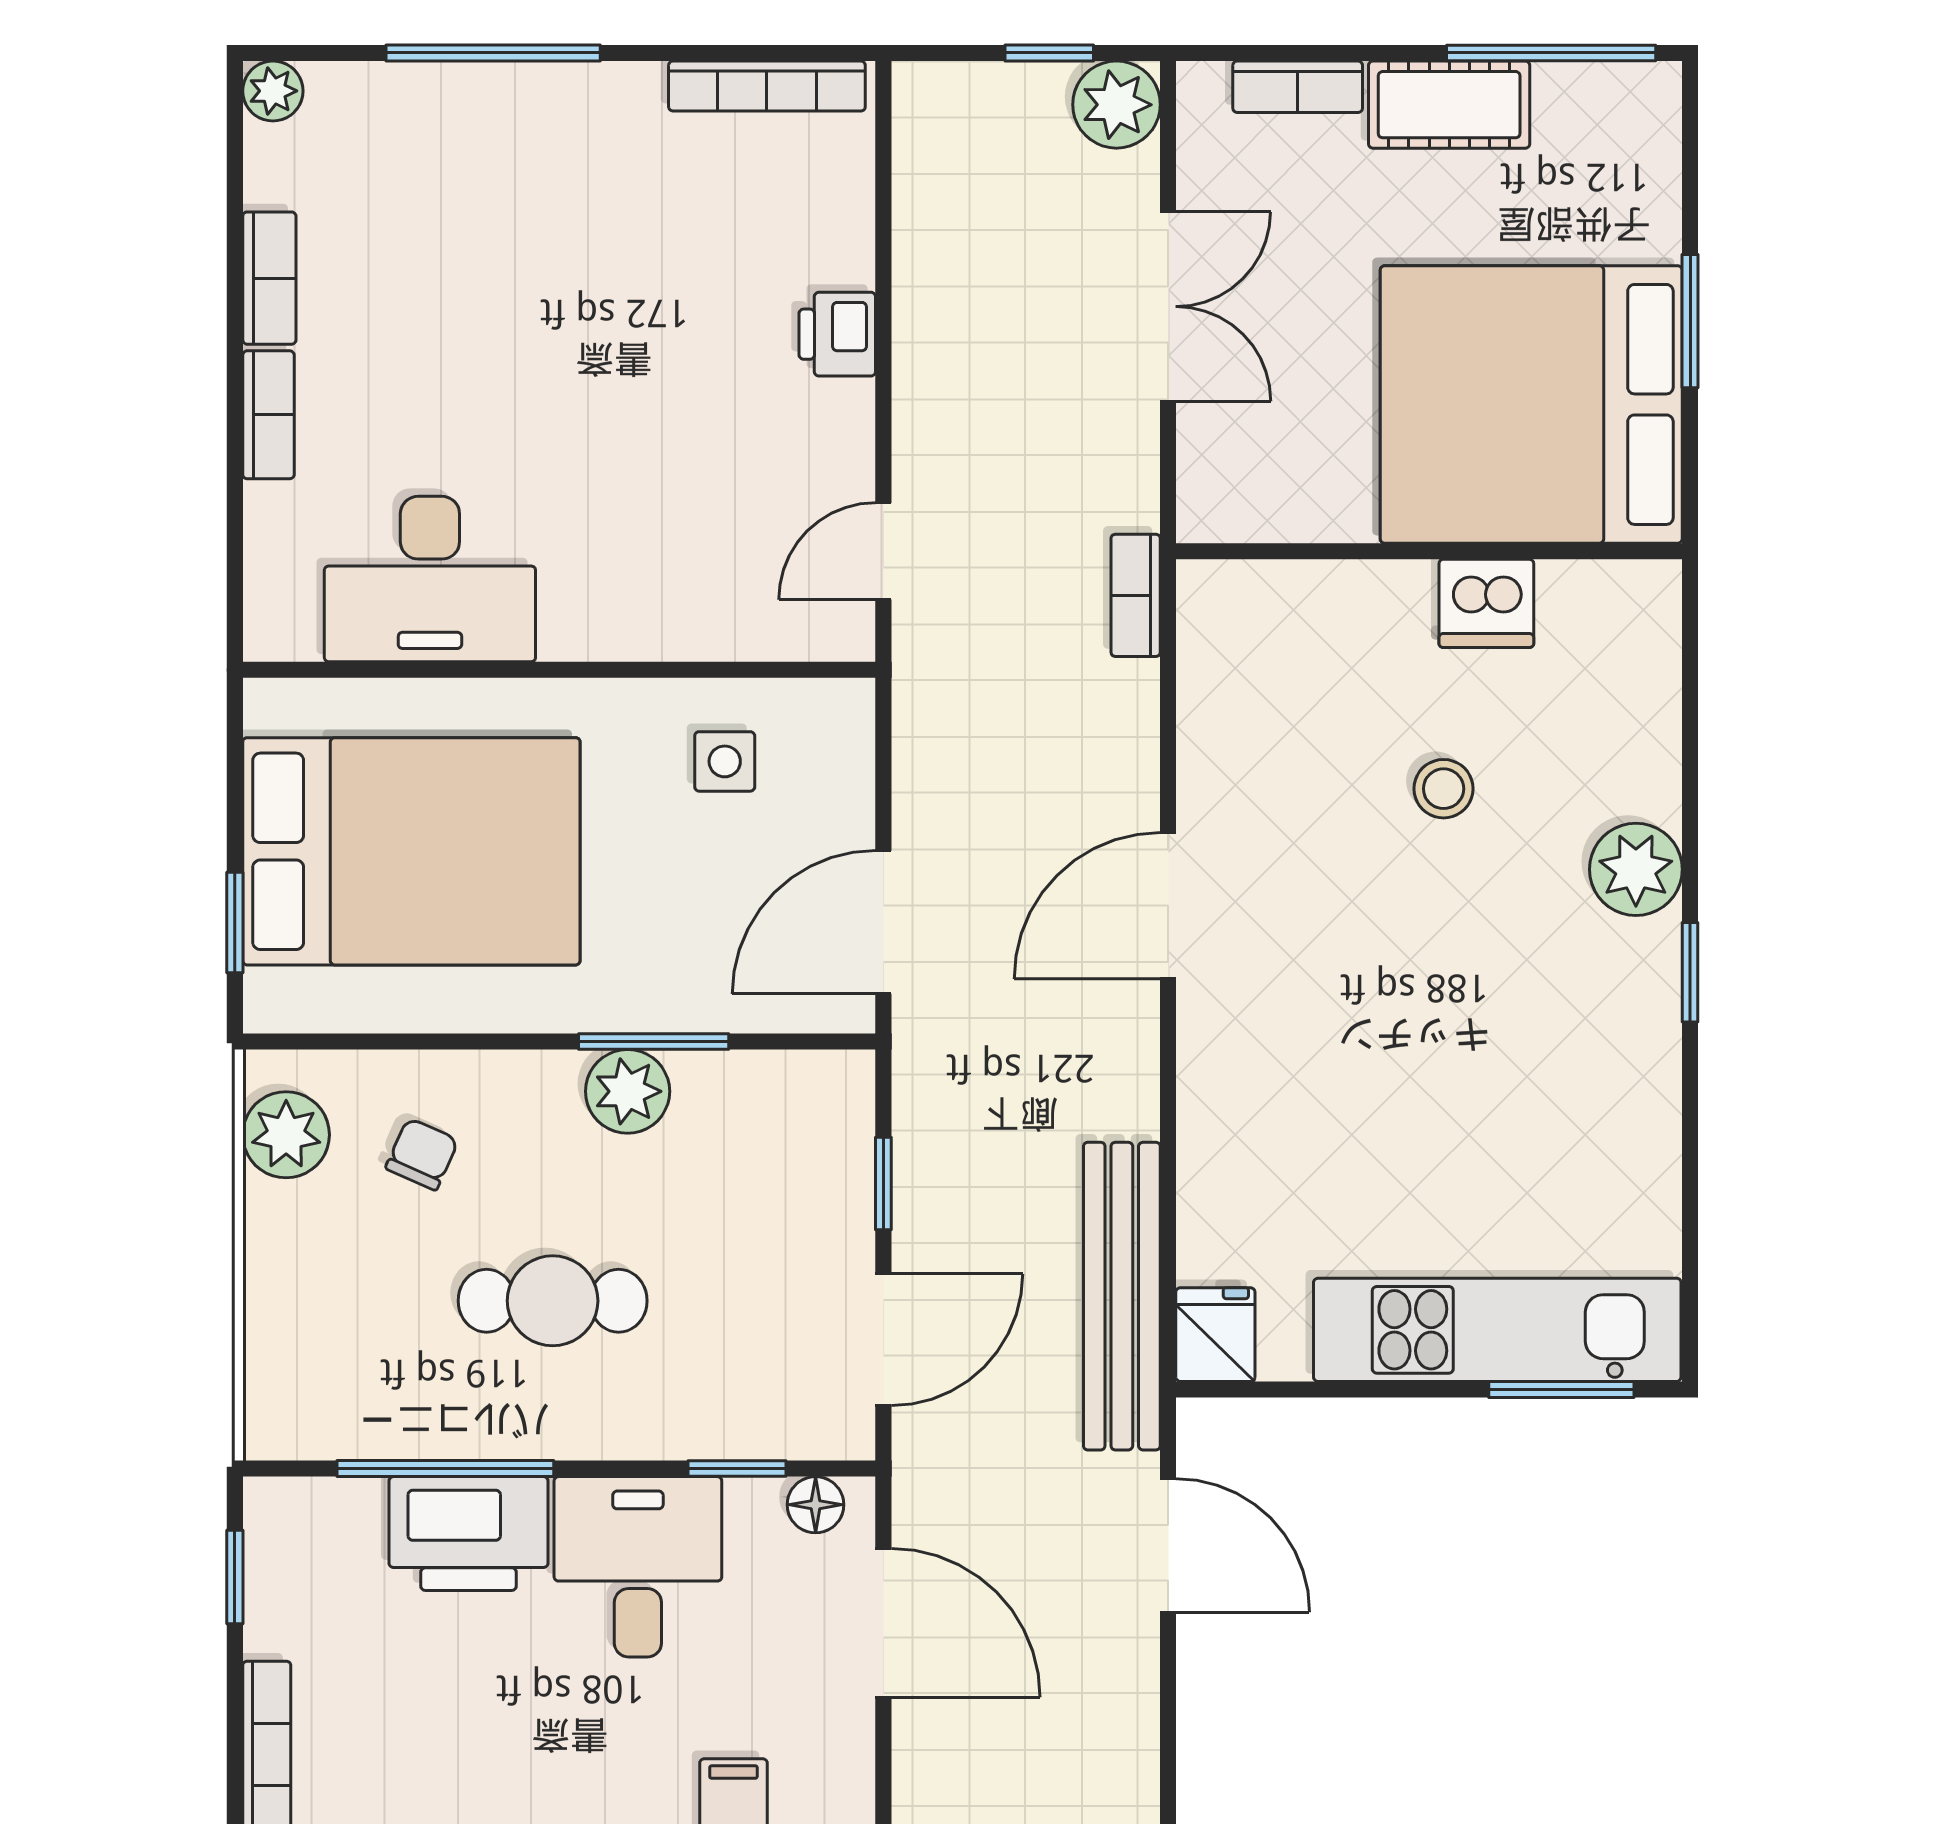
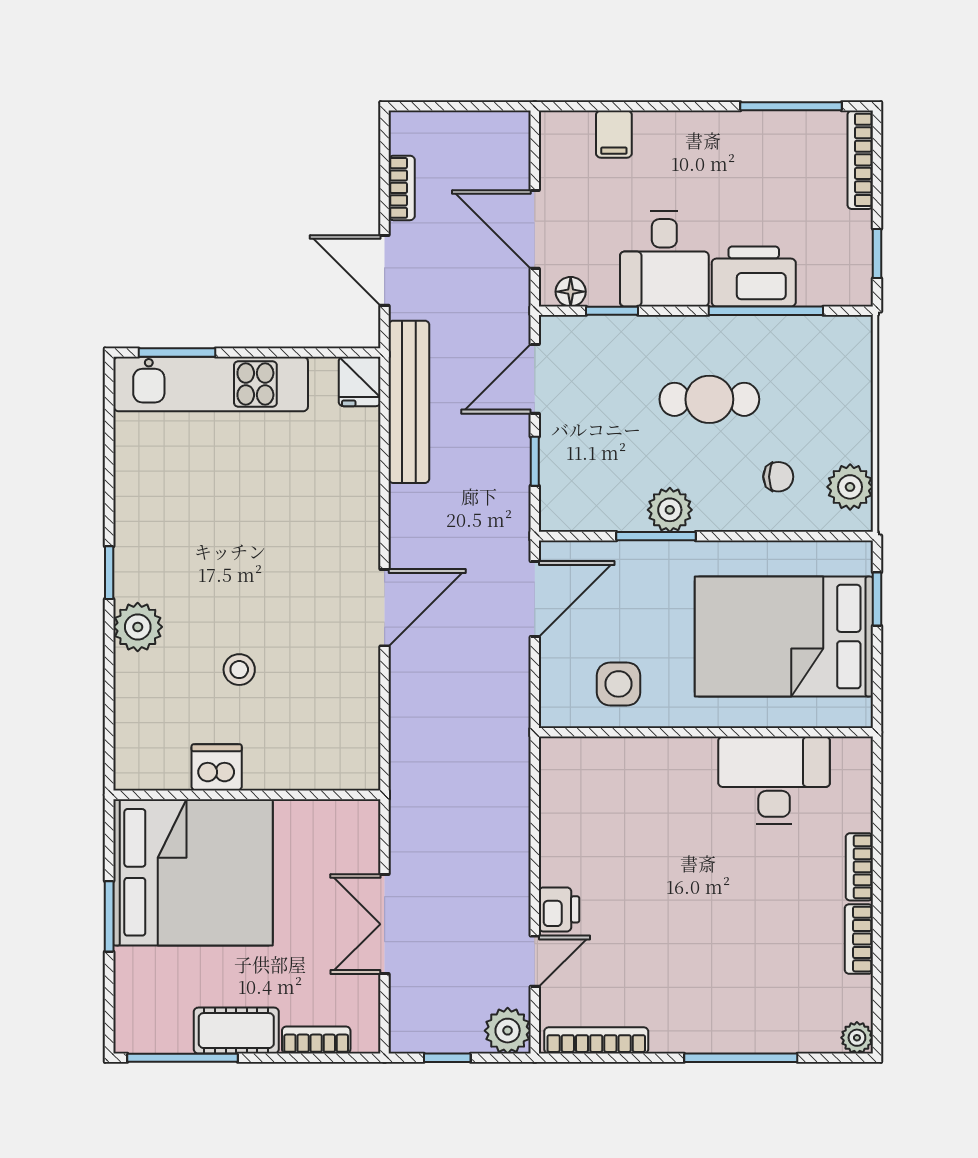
plant: (1116, 105) -> (508, 1031), moved
door: (883, 551) -> (535, 961), moved
bookcase: (1136, 595) -> (402, 188), moved
side table: (725, 761) -> (619, 684), width x1.37, depth x1.37
chair: (422, 1154) -> (778, 477), turned -114

